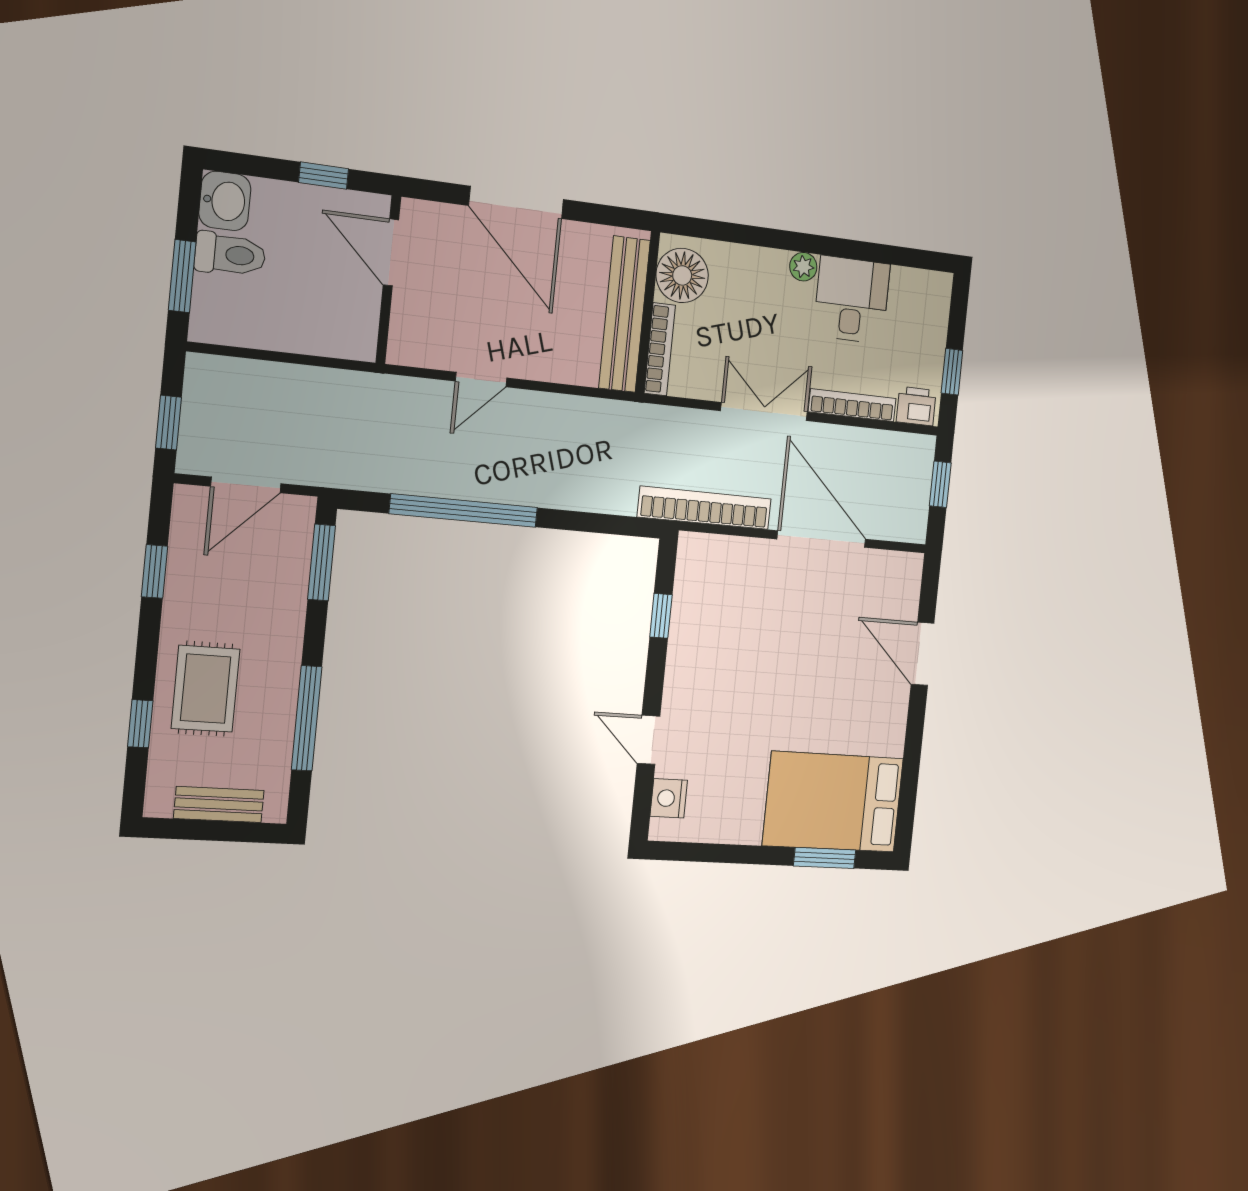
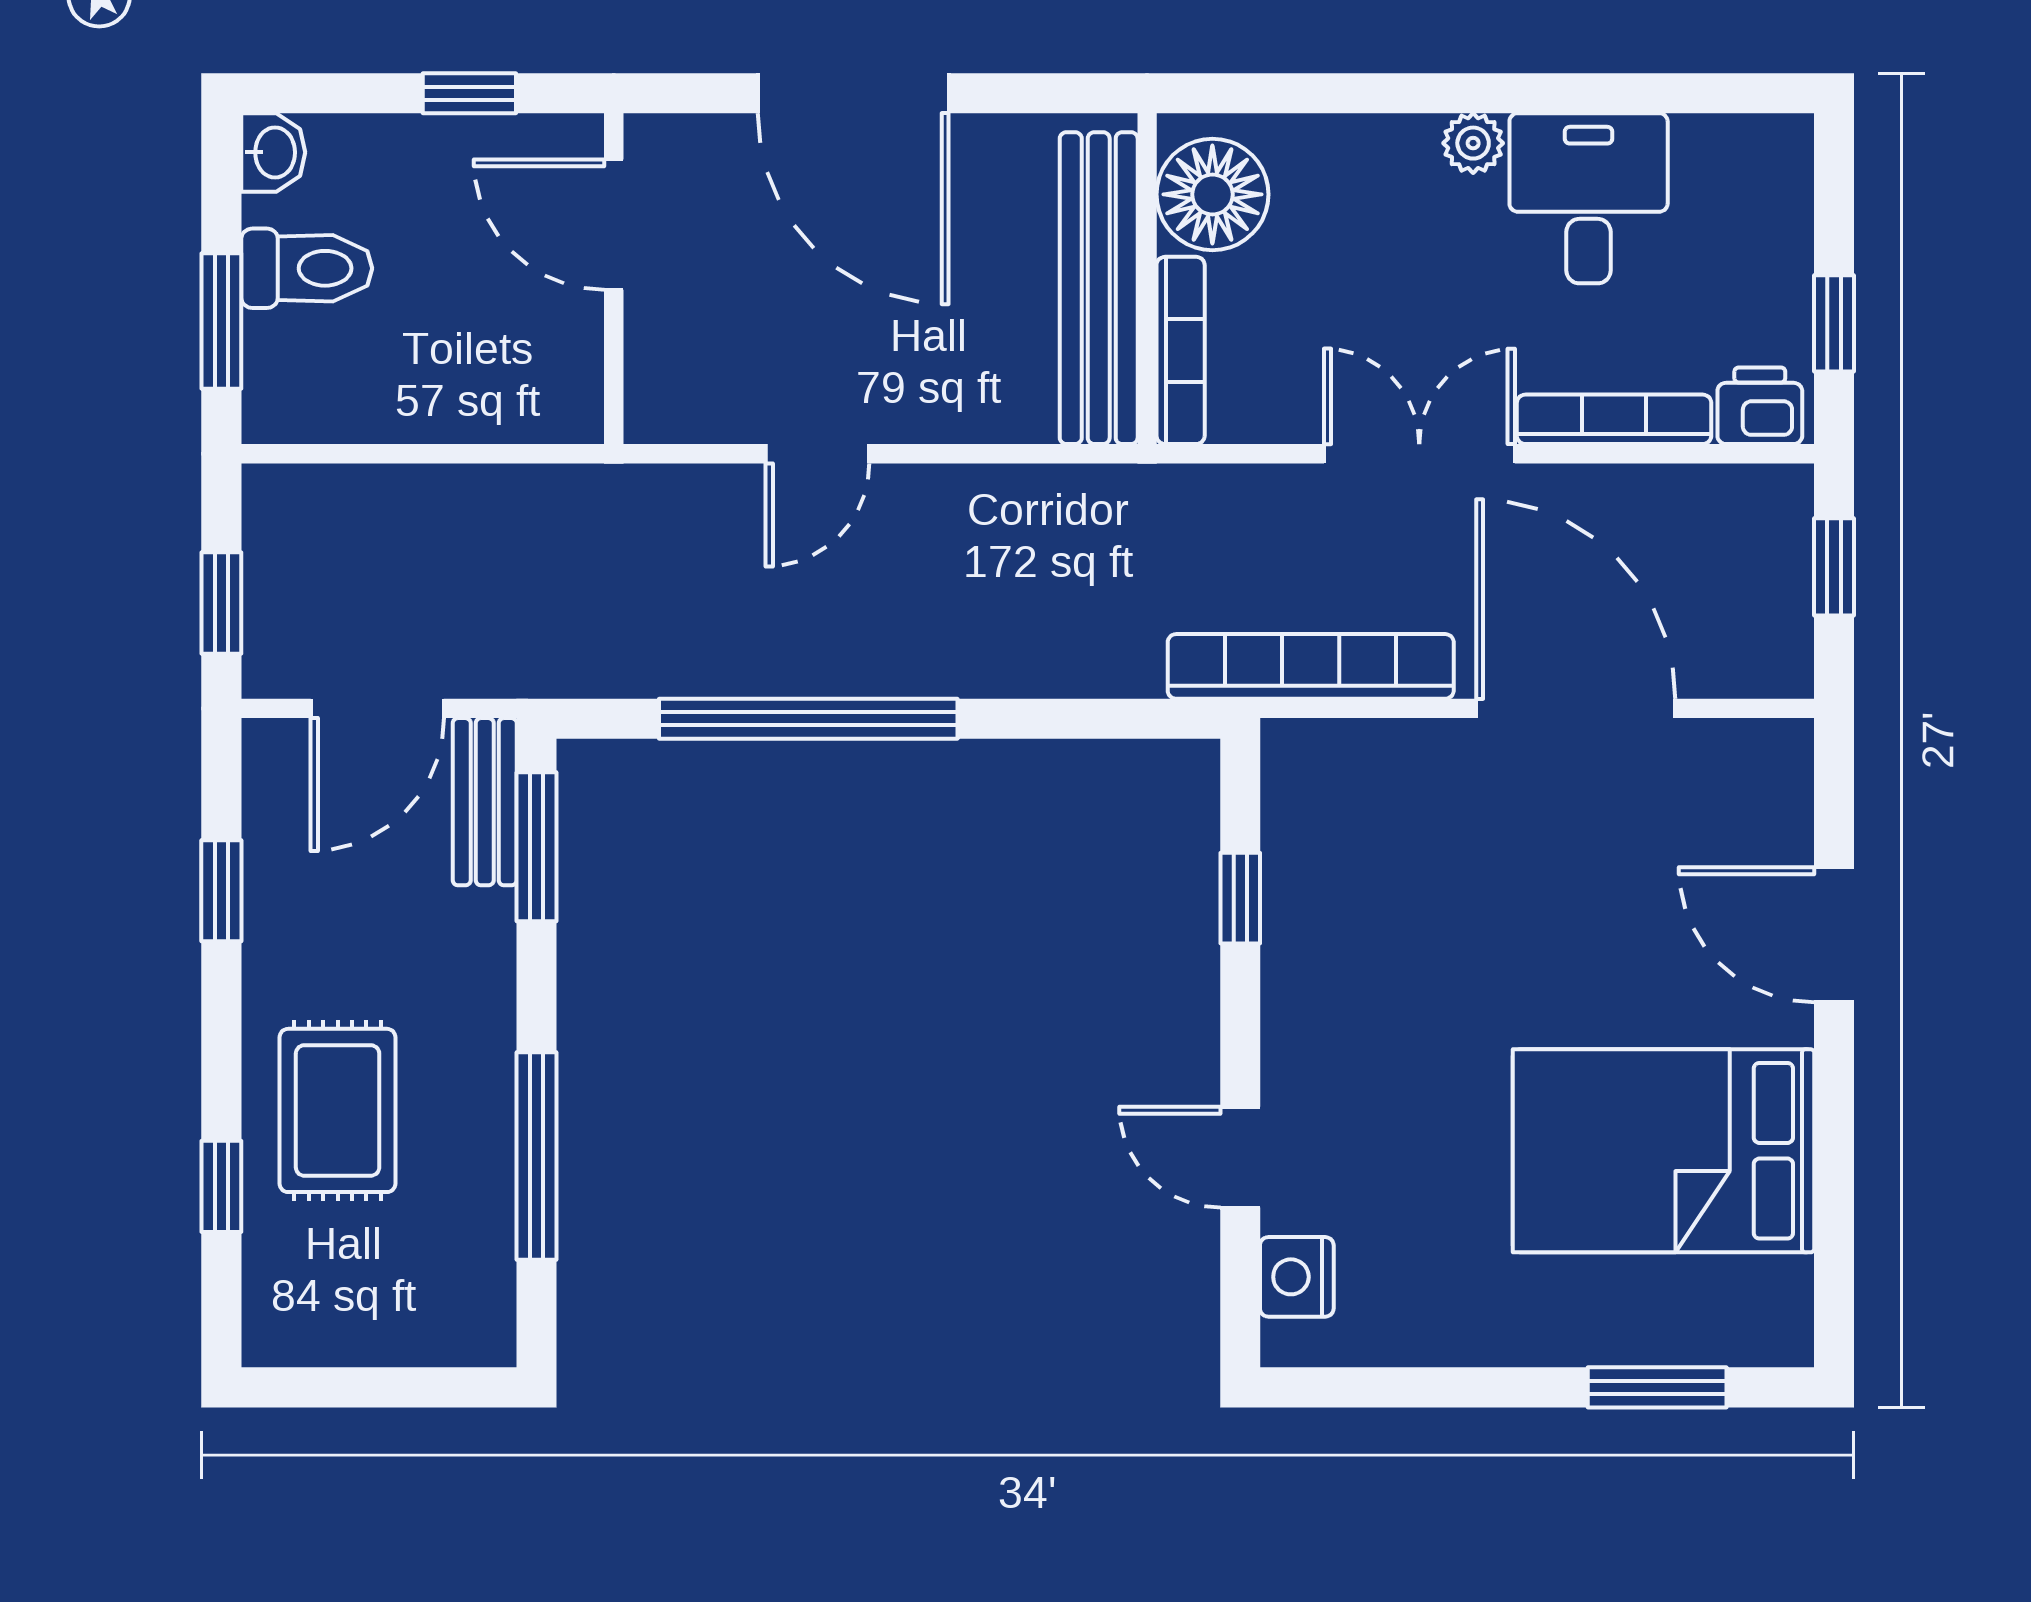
washbasin: (225, 201) -> (273, 152), width x0.72, depth x0.69
bed: (833, 802) -> (1663, 1151), moved
bench: (219, 804) -> (485, 802), moved, turned 90

